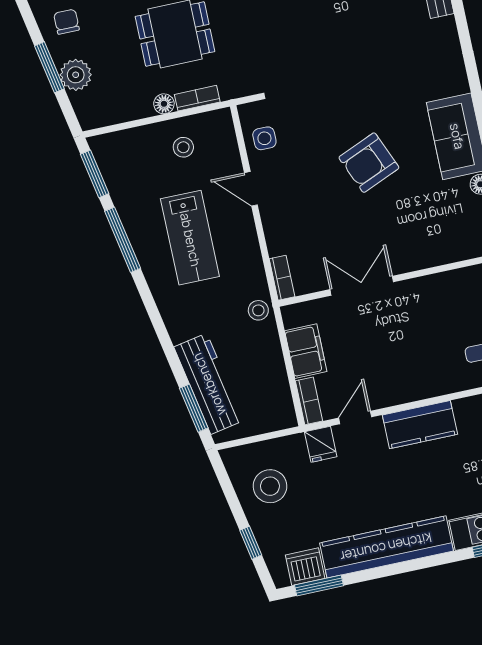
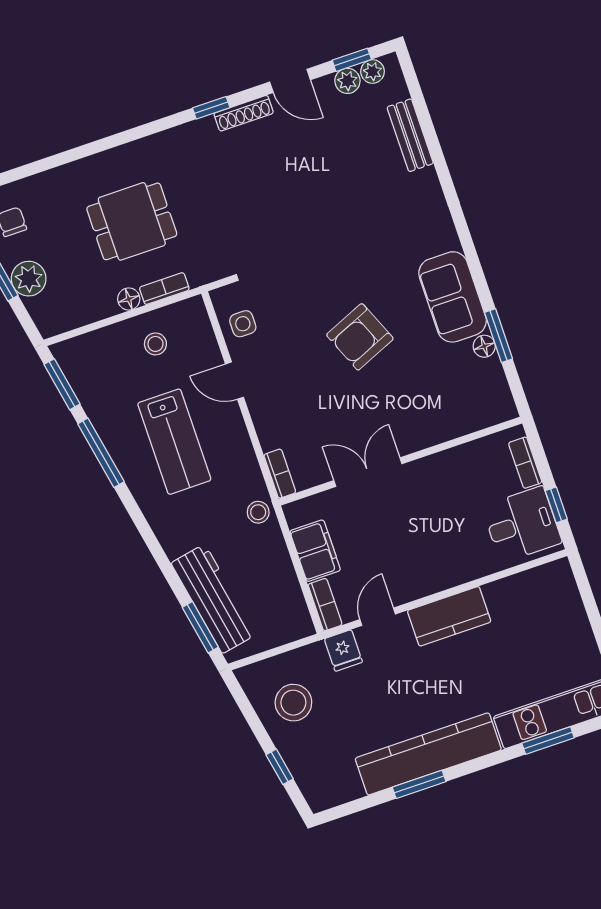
dishwasher: (305, 567) -> (342, 786), removed
window: (319, 585) -> (419, 784), moved

